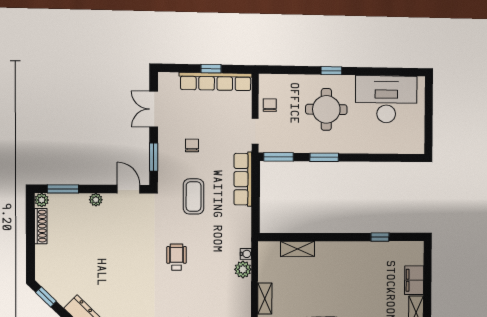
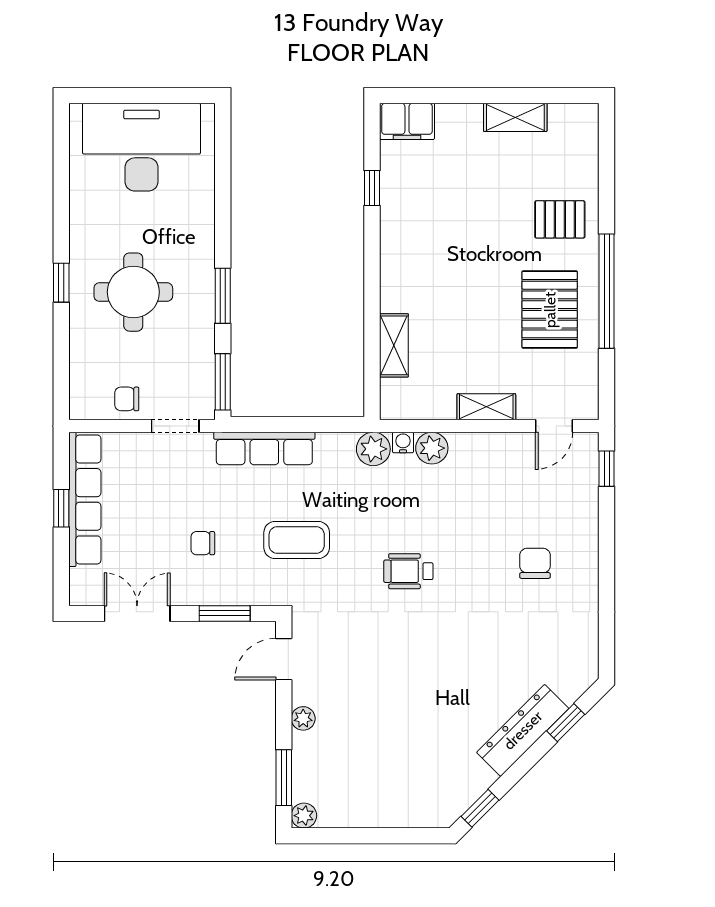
desk: (386, 99) -> (142, 147), moved, turned 90
double door: (154, 109) -> (137, 613), swing flipped
shoe rack: (41, 226) -> (351, 817), removed
plant: (242, 238) -> (373, 449), added
filing cabinet: (414, 280) -> (407, 121), moved

